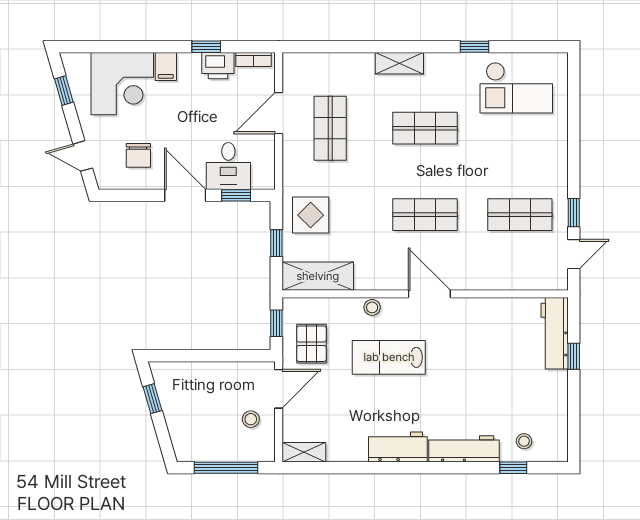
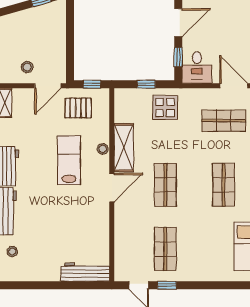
desk: (228, 166) -> (197, 68), moved, turned -90
shelving: (318, 276) -> (124, 148), moved
window: (574, 356) -> (70, 285), removed
door: (279, 389) -> (48, 86), hinge flipped

